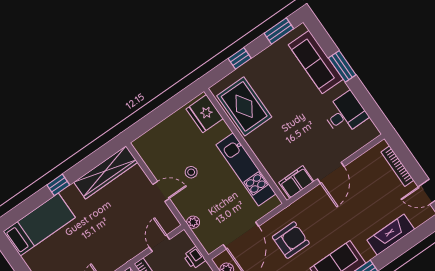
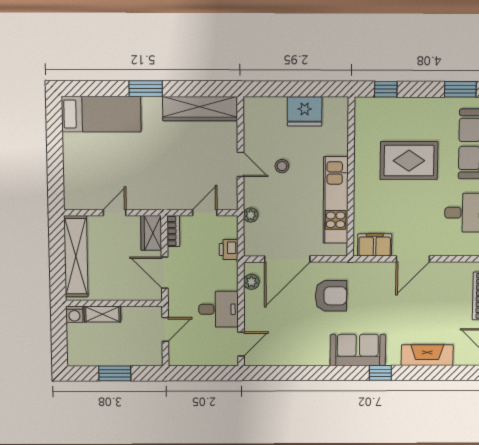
window: (240, 58) -> (386, 89), moved
rug: (244, 106) -> (409, 161), moved, turned 90
fridge: (205, 114) -> (305, 111), moved, turned -90
window: (58, 185) -> (146, 89), width x1.50

